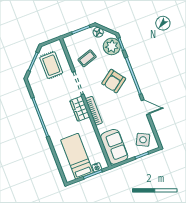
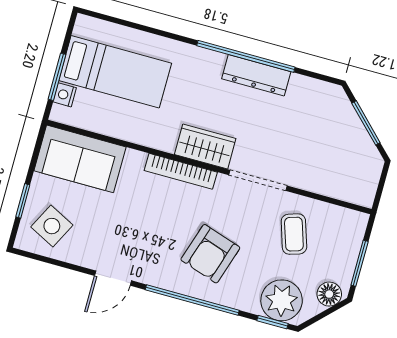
rug: (51, 65) -> (333, 153), removed
armchair: (114, 81) -> (210, 254), turned -126
dresser: (44, 109) -> (256, 75), added

